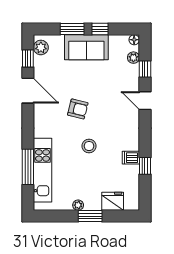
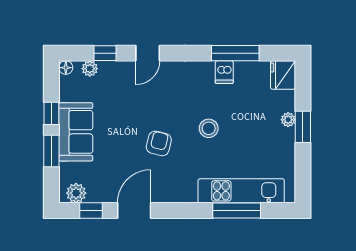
window: (145, 166) -> (235, 53), width x2.17
fridge: (113, 201) -> (283, 75), moved
plant: (78, 205) -> (288, 120), moved

